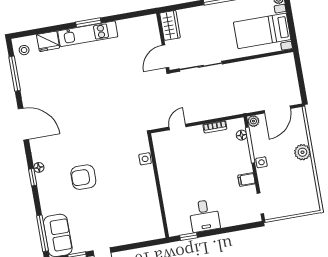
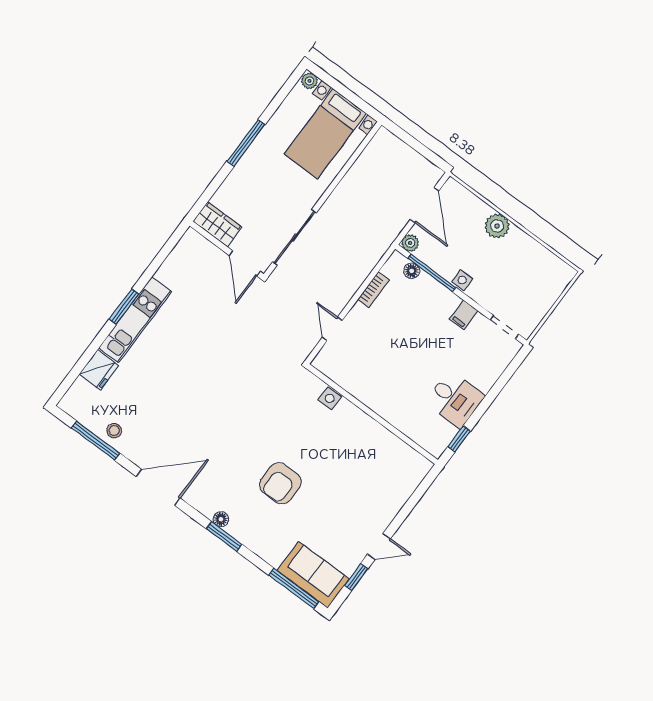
stool: (24, 50) -> (114, 431), moved
window: (33, 177) -> (224, 537), width x1.50

